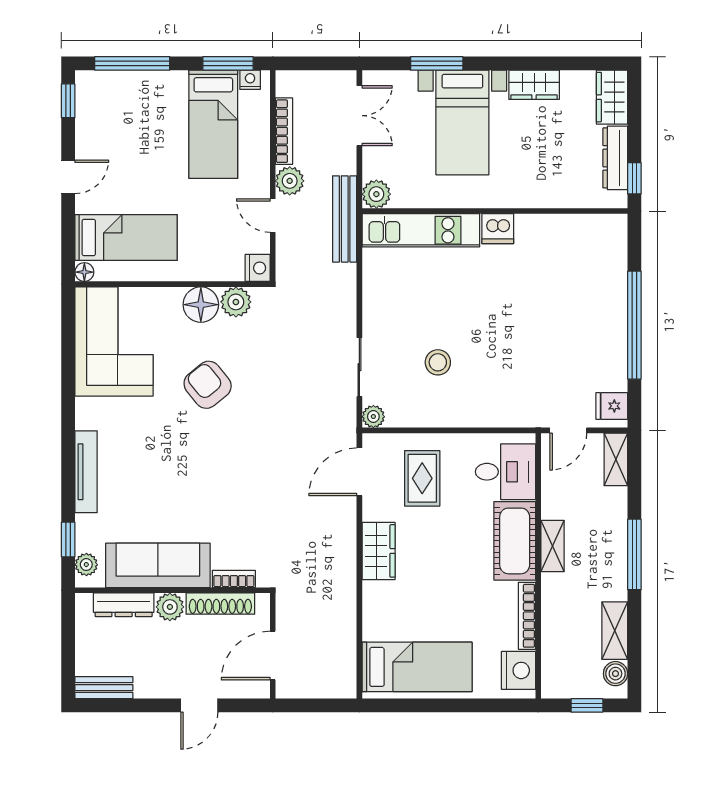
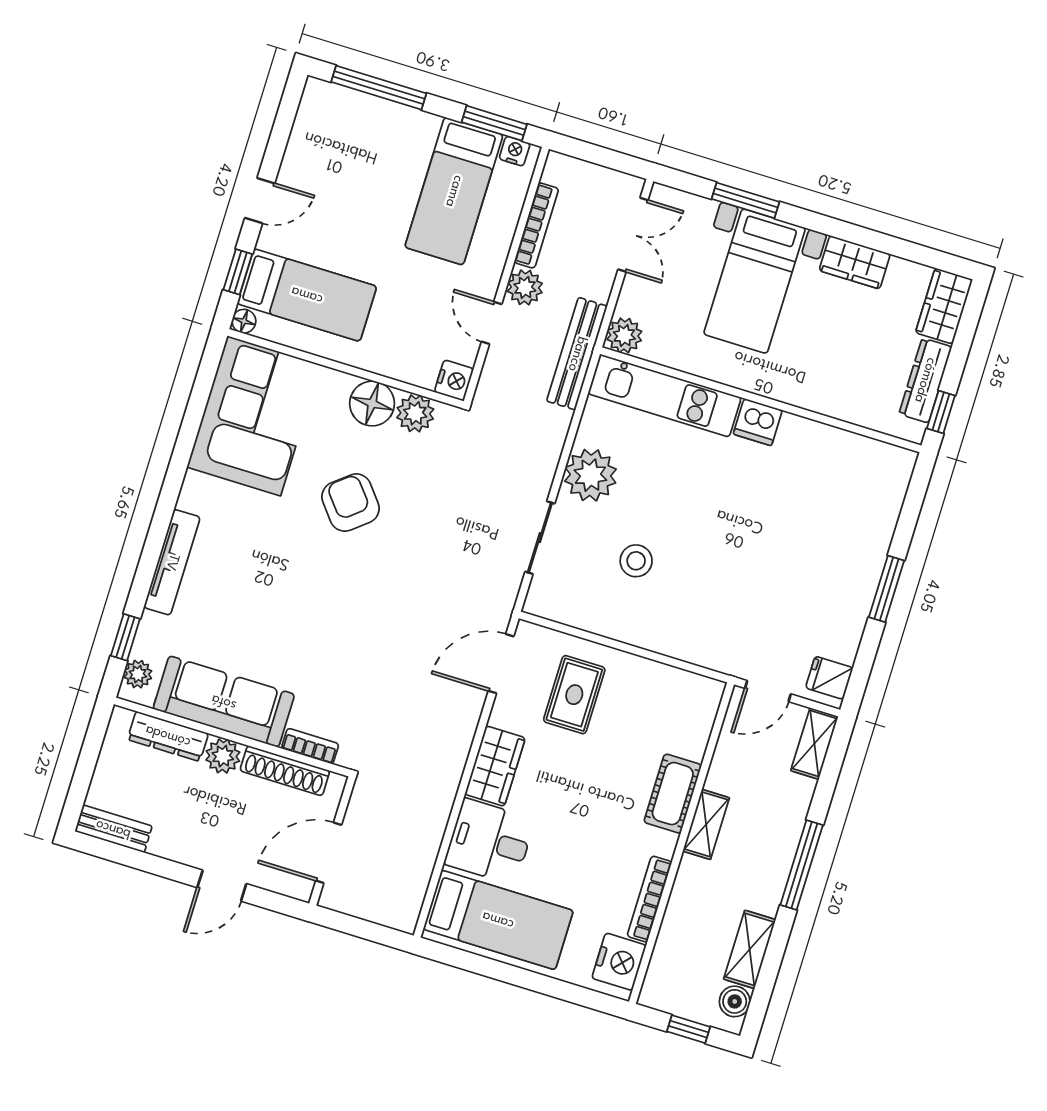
window: (68, 101) -> (238, 272), moved
window: (634, 325) -> (887, 589), width x0.47
plant: (373, 417) -> (590, 475), moved, width x1.87, depth x1.87
desk: (505, 472) -> (490, 842), moved, turned 180
cot: (515, 541) -> (673, 794), width x0.73, depth x0.75

